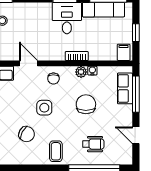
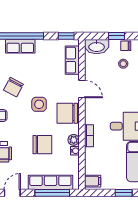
window: (136, 33) -> (124, 193), moved
door: (29, 63) -> (82, 89), hinge flipped
chair: (53, 79) -> (67, 113), width x1.87, depth x1.87
row of seats: (125, 88) -> (50, 182), width x1.48

